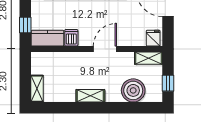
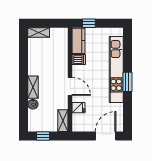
fridge: (153, 38) -> (79, 108), moved
boiler: (133, 90) -> (33, 104), width x0.54, depth x0.54
shelving: (90, 96) -> (33, 87), moved

